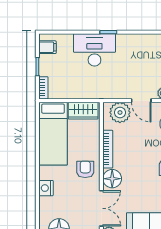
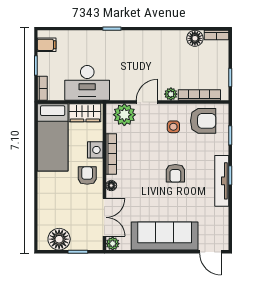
desk: (94, 50) -> (87, 83), moved, turned 180
door: (141, 101) -> (147, 102), swing flipped
floor lamp: (112, 179) -> (111, 186), width x0.53, depth x0.53
nightstand: (46, 188) -> (95, 150), moved, turned 180

